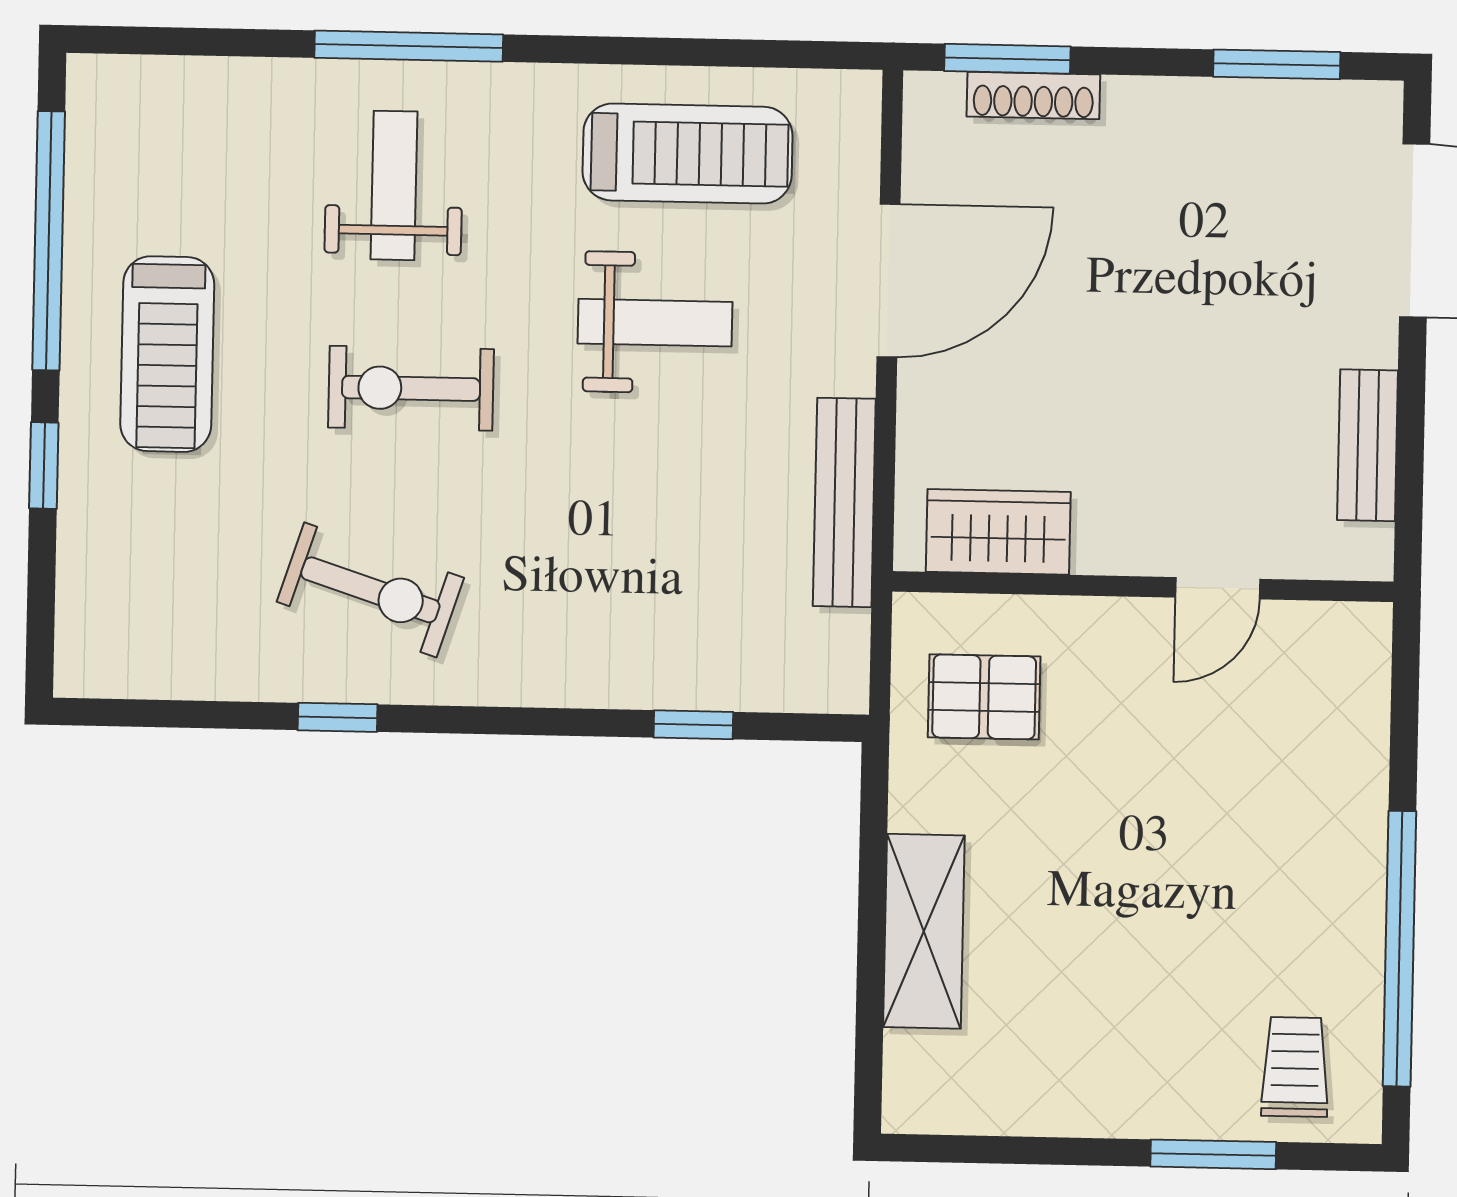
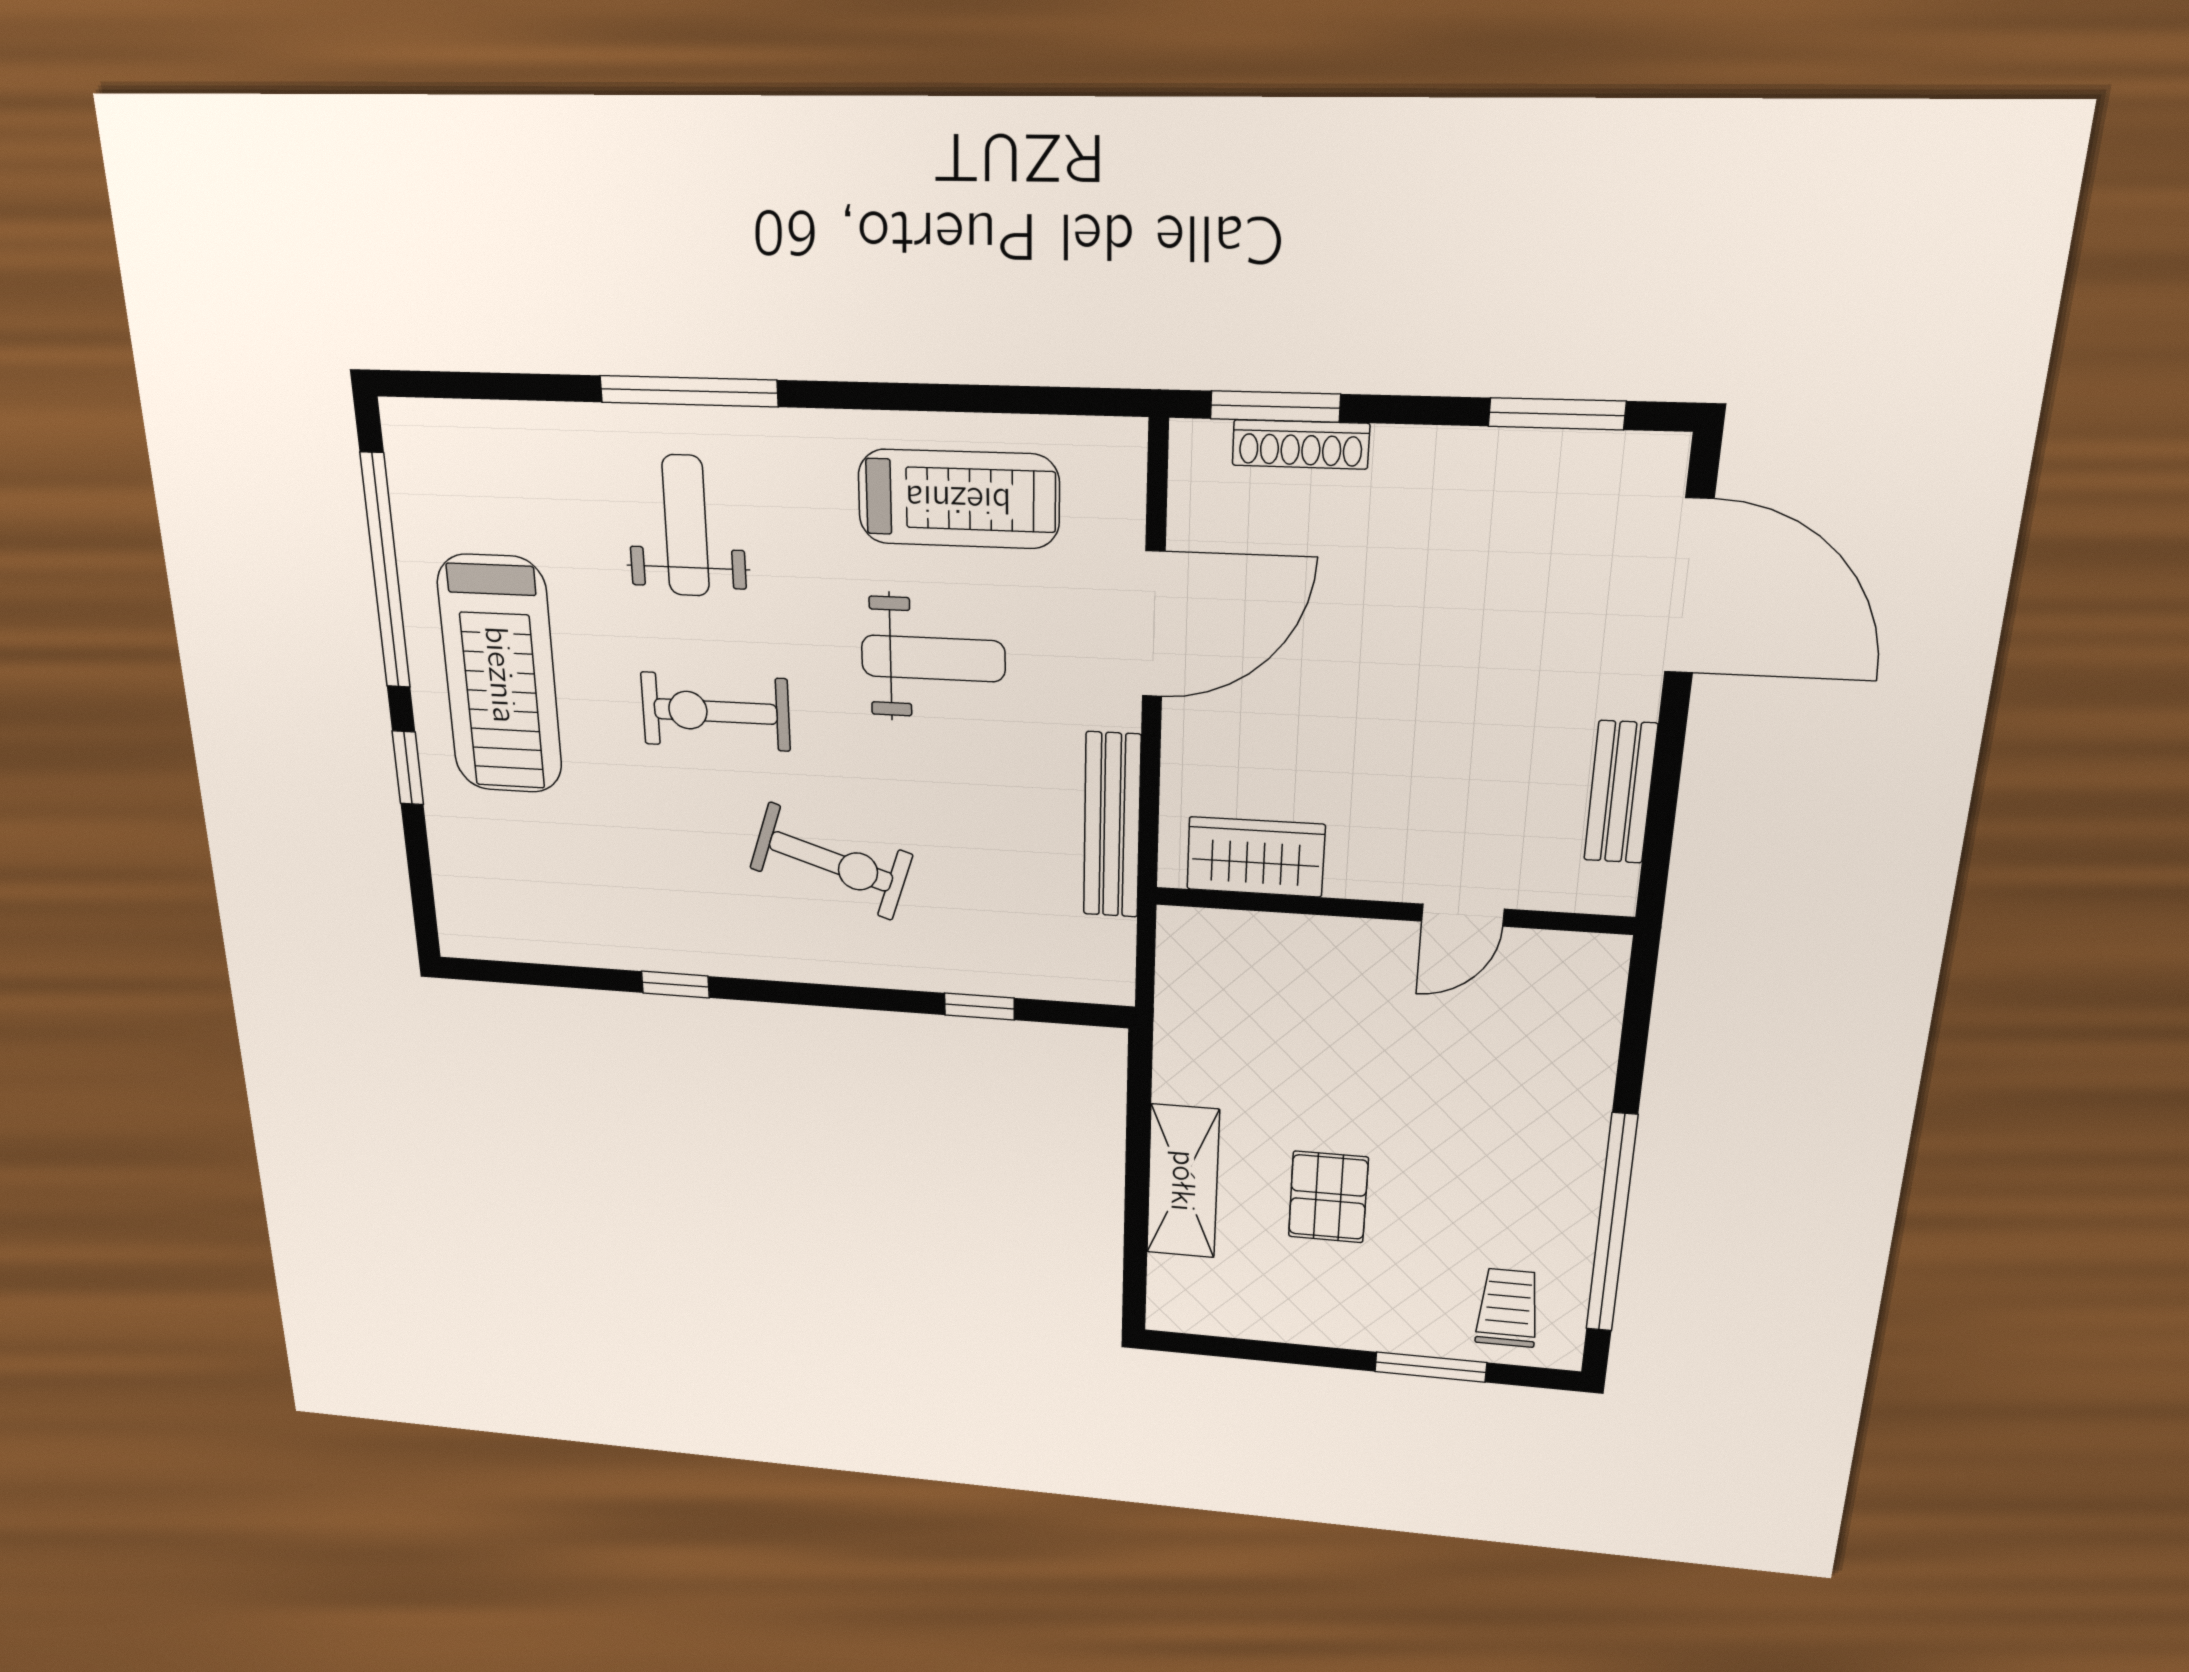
treadmill: (167, 354) -> (500, 675), width x1.37, depth x1.38
exercise bike: (370, 590) -> (831, 861), moved
pallet: (984, 697) -> (1328, 1197), moved, turned 90

